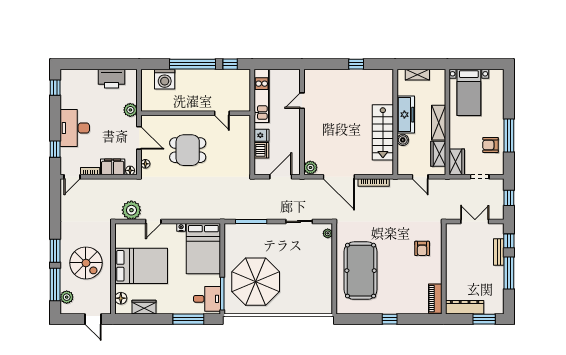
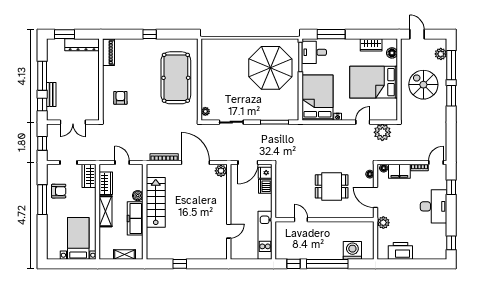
fridge: (262, 135) -> (265, 173), moved

